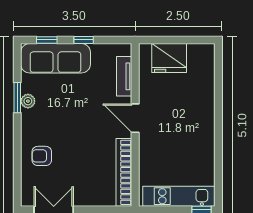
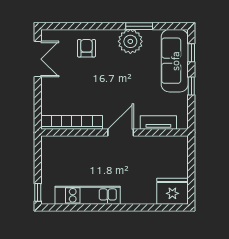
fridge: (169, 58) -> (172, 191), moved, turned 90
plant: (28, 101) -> (130, 41), width x1.87, depth x1.87
kitchen unit: (179, 196) -> (88, 195), moved, turned -90

